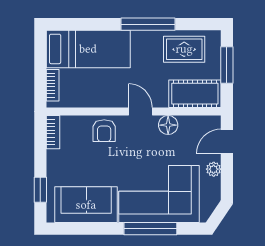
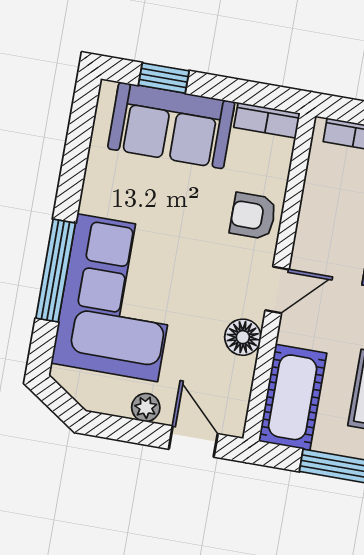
sofa: (86, 205) -> (171, 125), moved, turned 90

